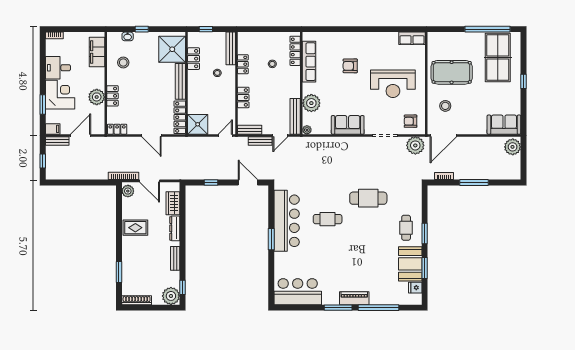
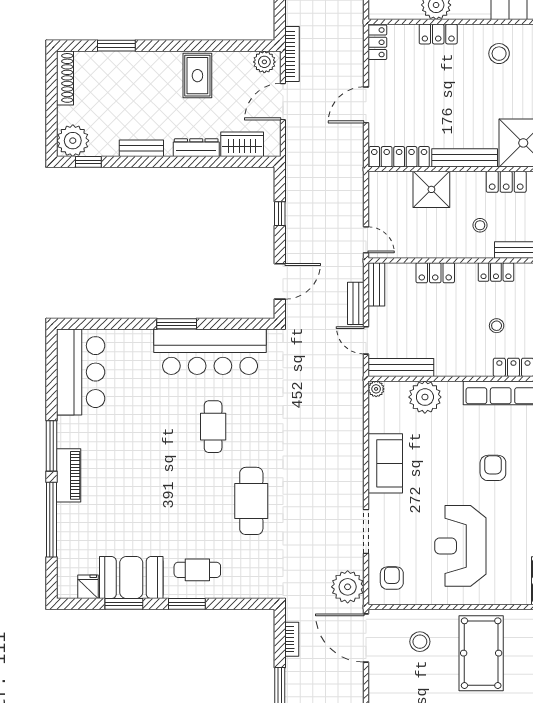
shower: (198, 124) -> (431, 189), moved

